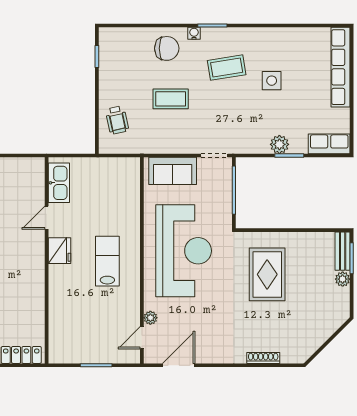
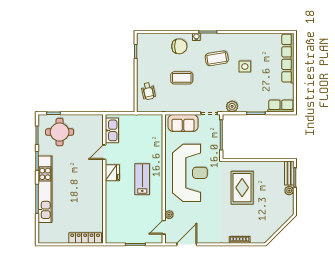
plant: (279, 144) -> (232, 106), moved

